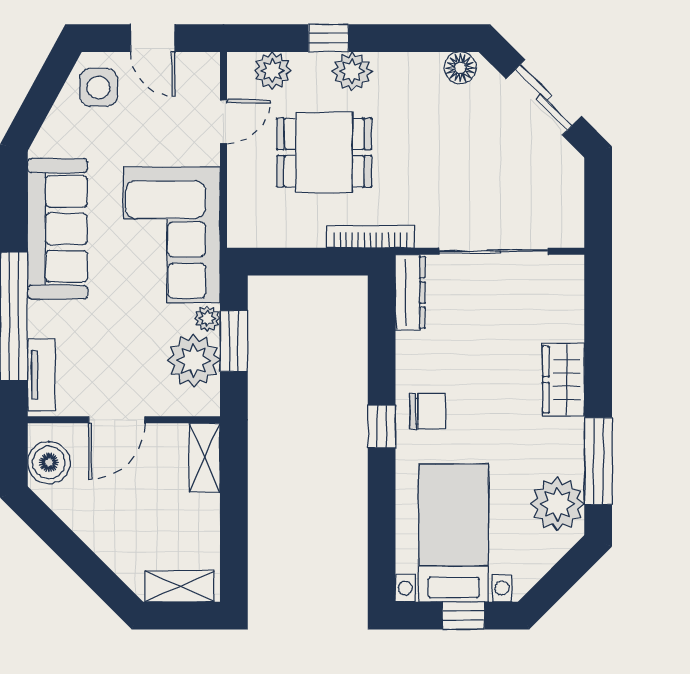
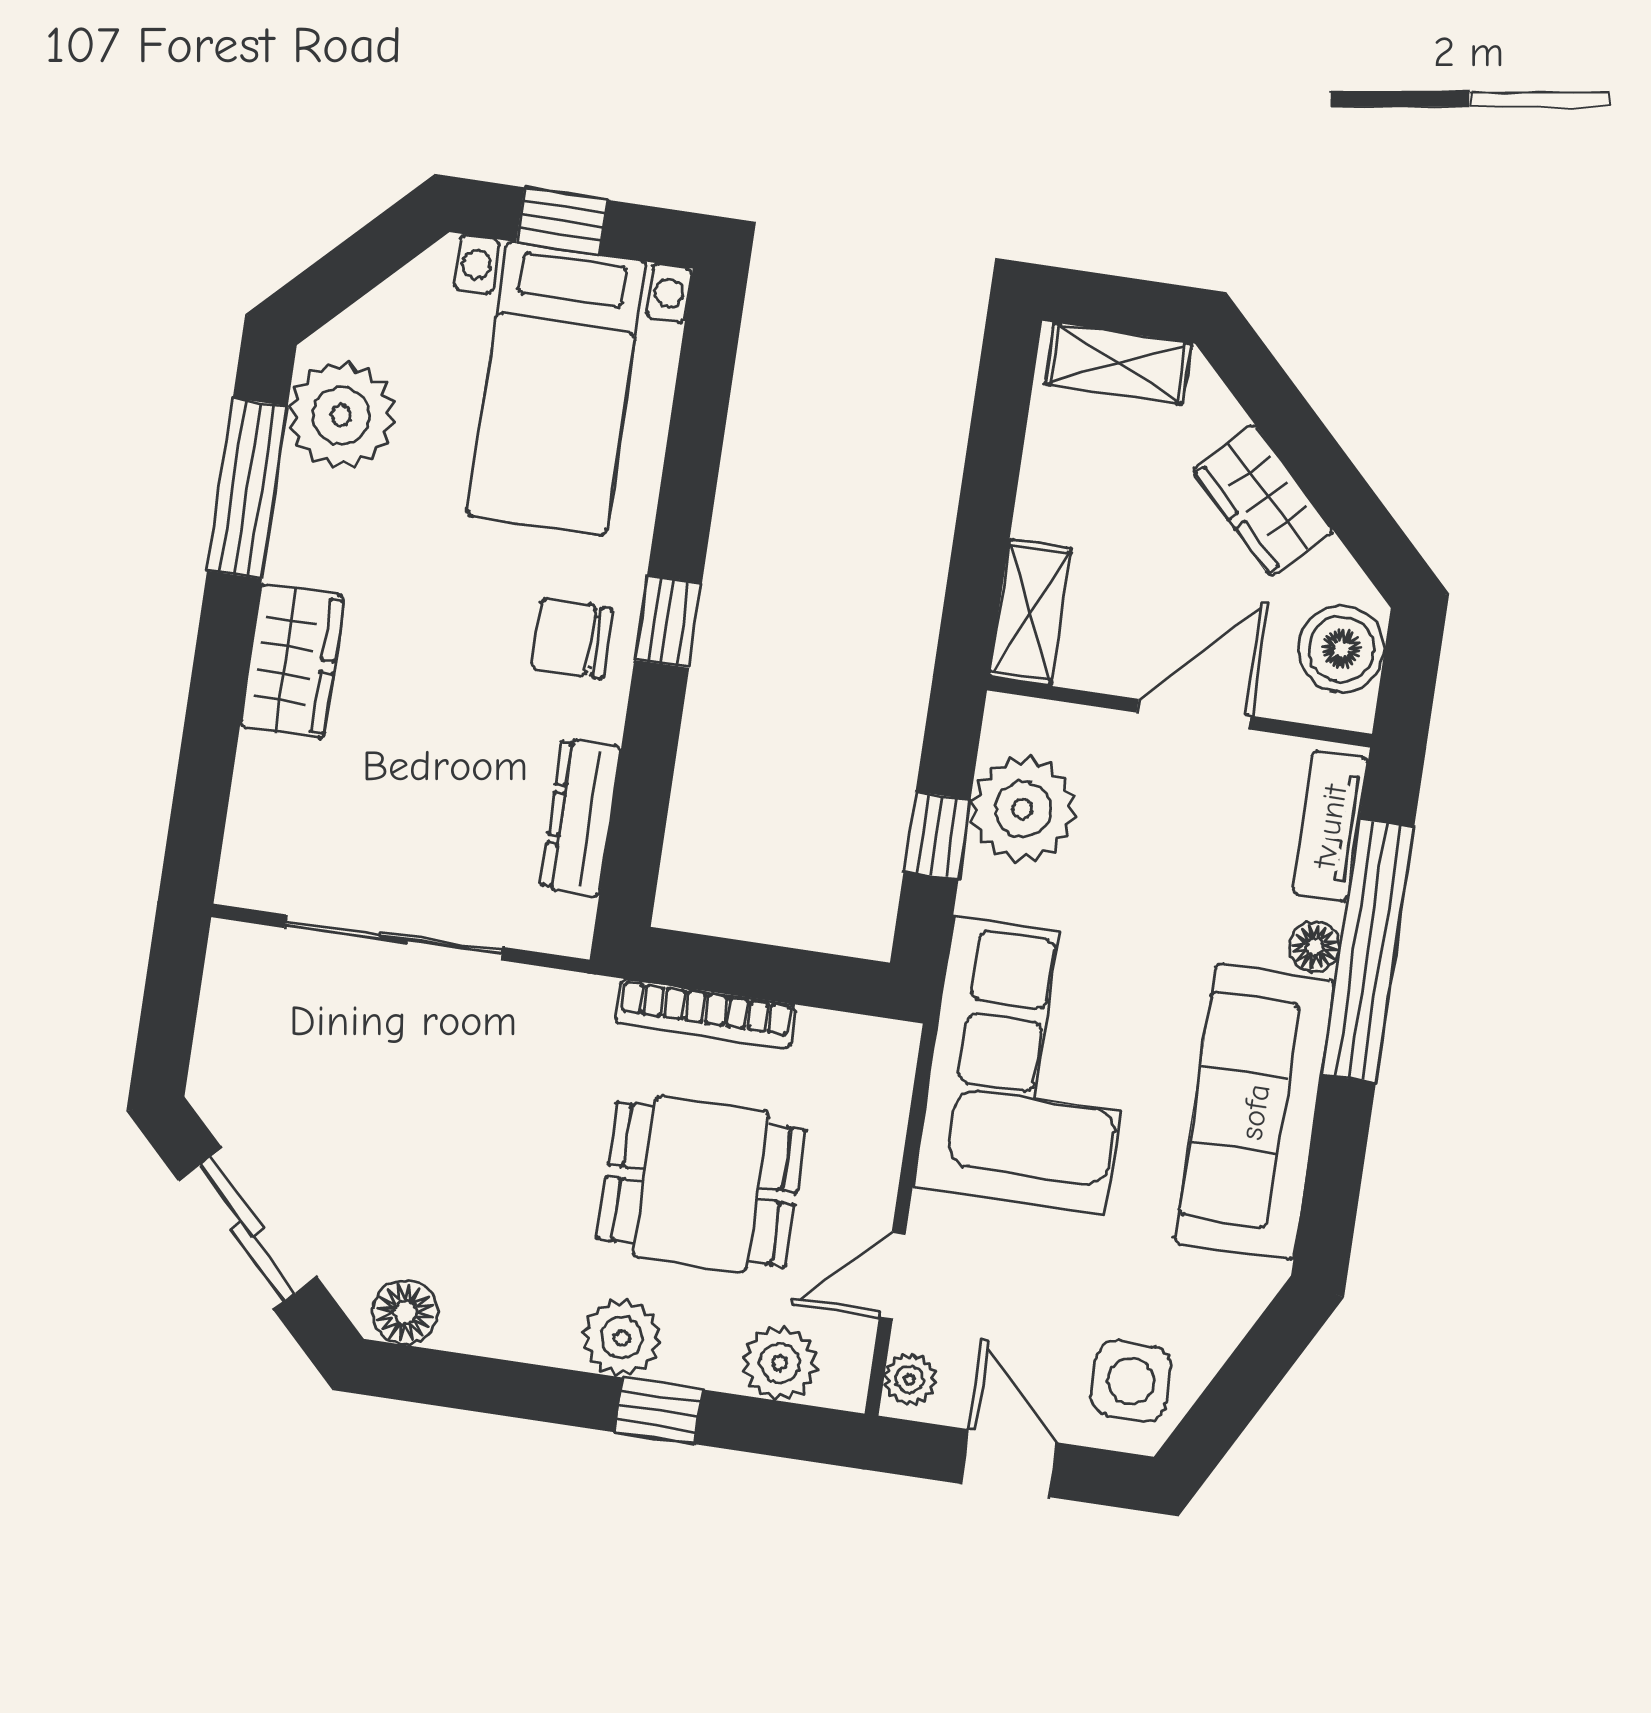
bookcase: (371, 237) -> (705, 1014), moved
dresser: (410, 293) -> (581, 817), moved
floor lamp: (40, 314) -> (1315, 947), added
plant: (207, 318) -> (910, 1379), moved
window: (234, 341) -> (937, 836), width x0.67
wardrobe: (98, 530) -> (1263, 501), added

